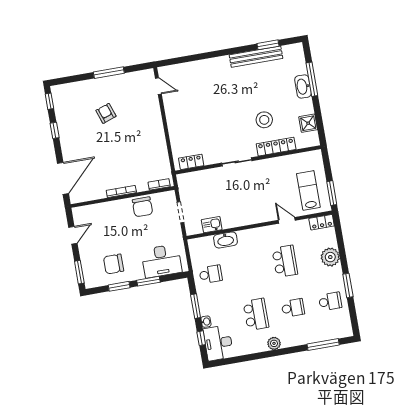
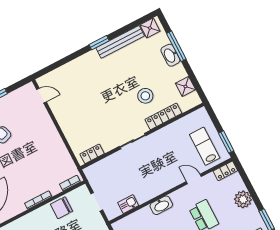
window: (268, 45) -> (99, 43), moved
shower: (291, 52) -> (150, 28), added
chair: (143, 207) -> (61, 208), turned 90
washbasin: (225, 240) -> (161, 205), moved

